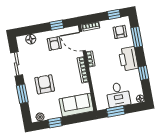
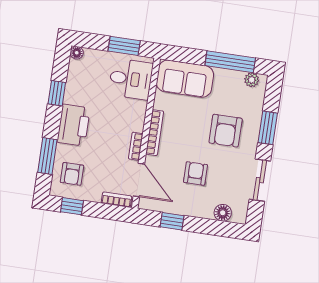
armchair: (54, 44) -> (195, 173), moved
desk: (118, 95) -> (131, 79), moved, turned 90
window: (55, 123) -> (230, 62), width x2.17

